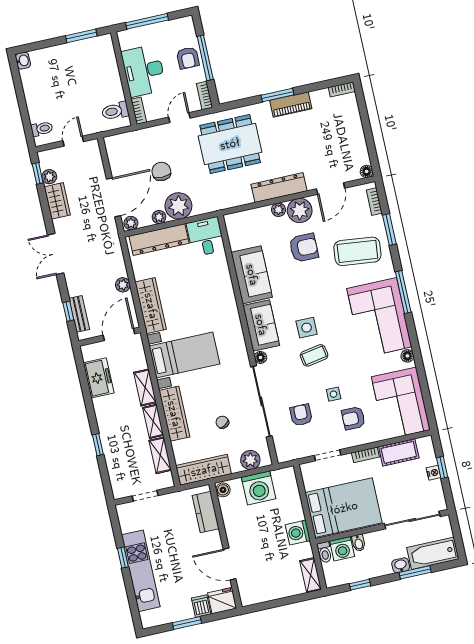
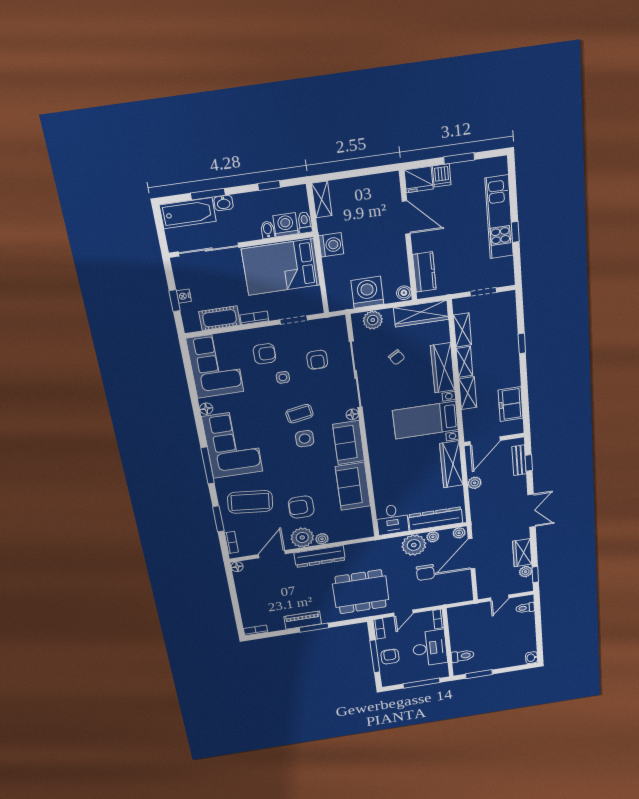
toilet: (115, 111) -> (463, 656), moved

